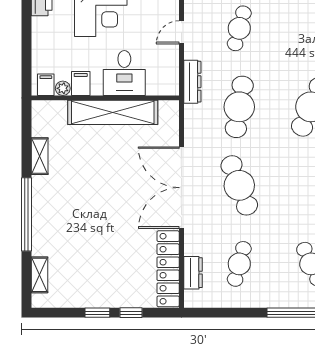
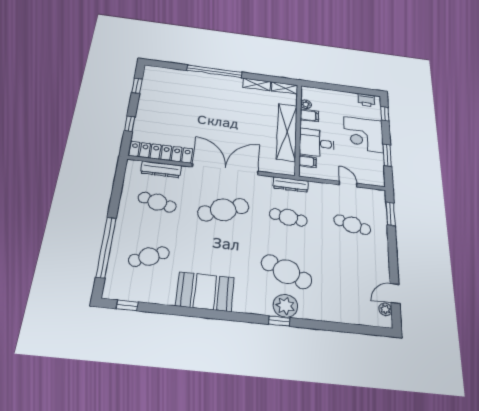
dresser: (192, 82) -> (291, 184), moved
filing cabinet: (46, 85) -> (307, 161), moved
cafe table: (239, 107) -> (288, 217), width x0.73, depth x0.74
dresser: (193, 273) -> (161, 169), width x1.44
shelving: (39, 275) -> (284, 88), moved
window: (97, 313) -> (137, 86), moved

